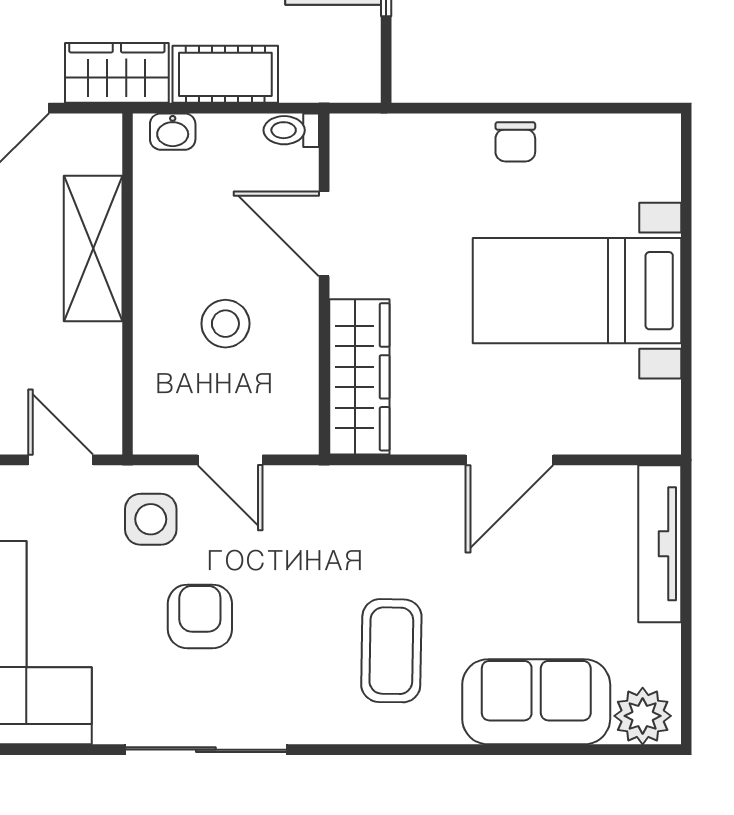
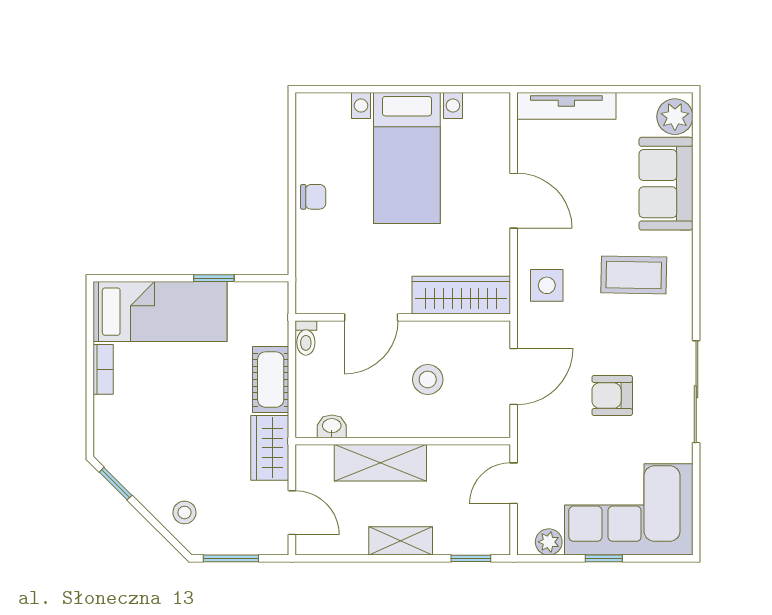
washbasin: (173, 132) -> (332, 426), moved, turned -90
door: (230, 460) -> (514, 377), width x1.38
side table: (151, 519) -> (547, 285), moved

